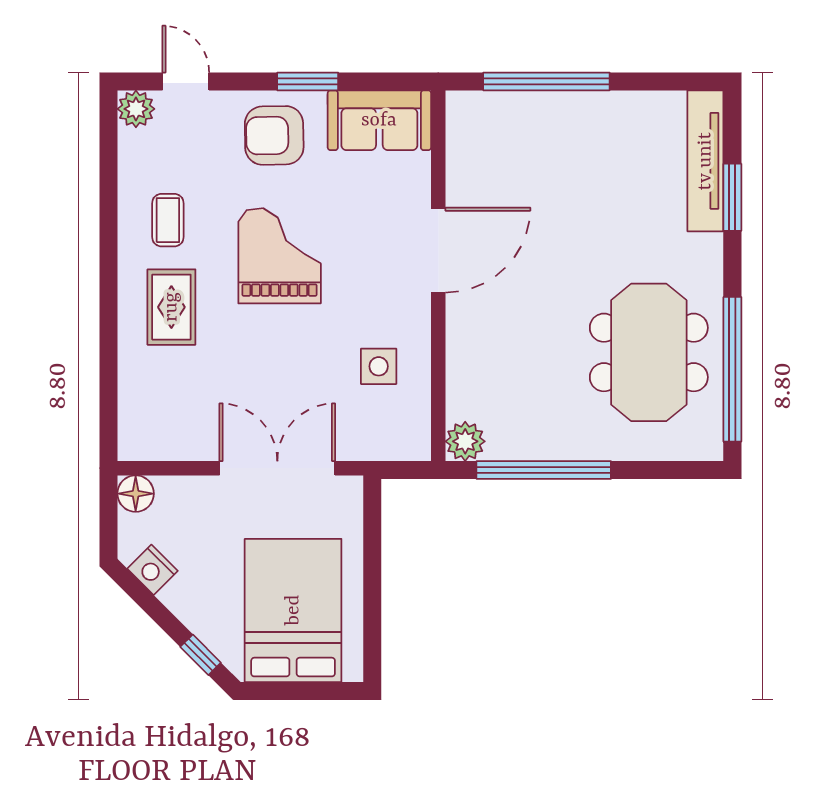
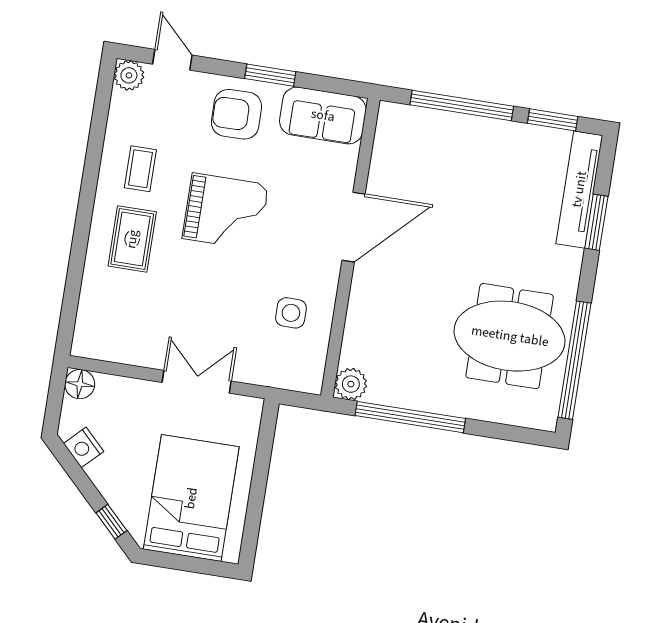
window: (659, 81) -> (553, 120), added
grand piano: (280, 256) -> (225, 212), turned 90
meeting table: (649, 352) -> (510, 336), turned 90
double door: (277, 468) -> (197, 382), width x0.73

